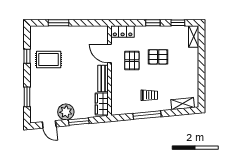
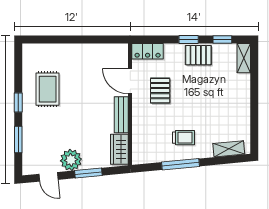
window: (58, 23) -> (61, 39), removed
window: (27, 56) -> (18, 102), moved
pallet: (158, 57) -> (198, 55), moved
rug: (49, 59) -> (48, 89), turned 90

